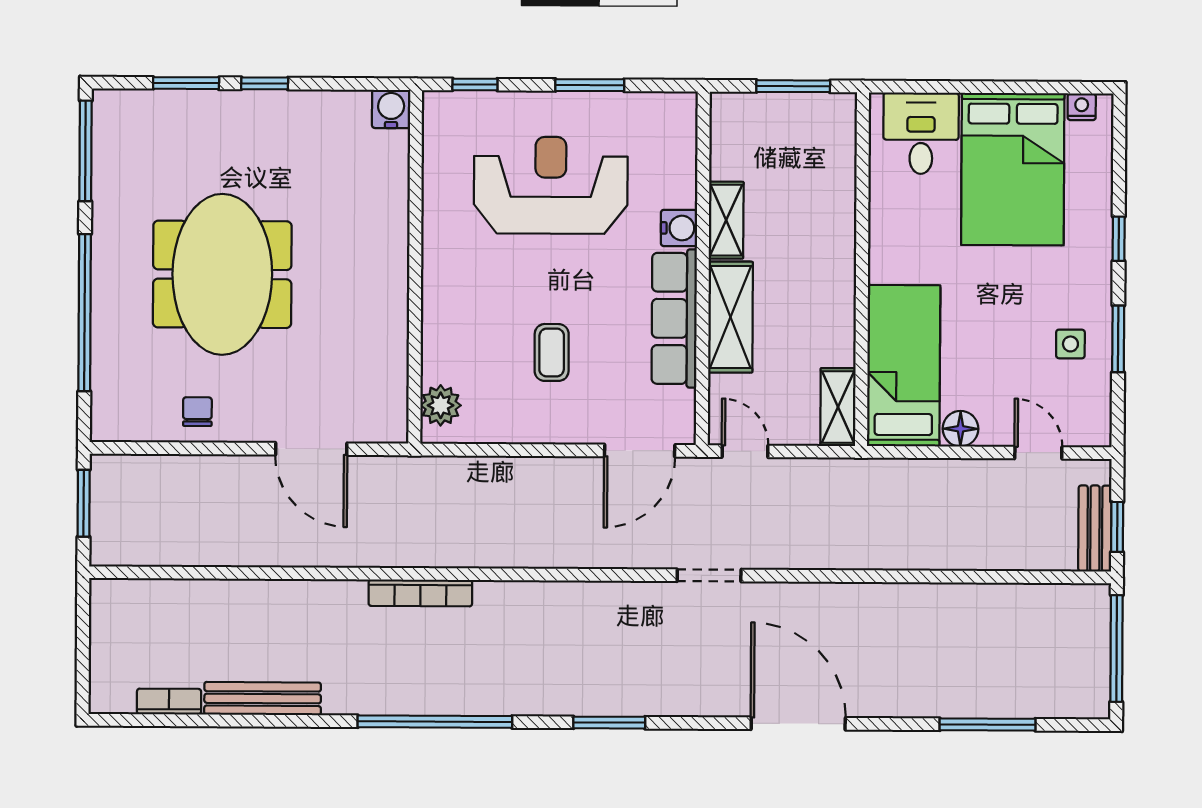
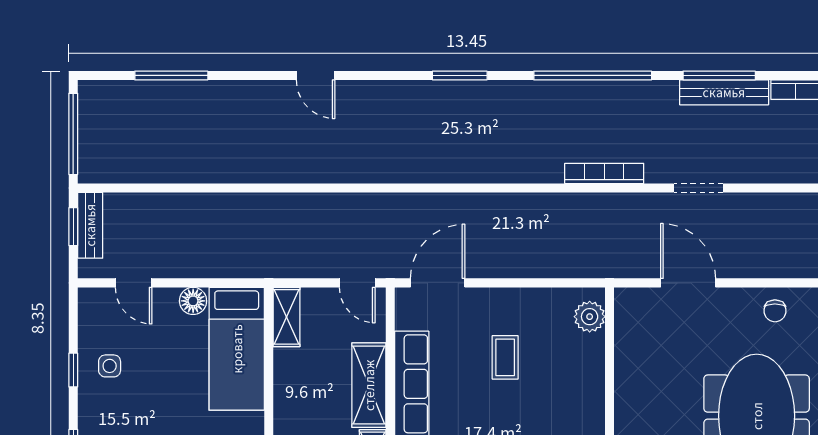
window: (1118, 339) -> (73, 370), width x0.67
doorway: (709, 575) -> (698, 188), moved
window: (269, 721) -> (719, 75), added
door: (798, 724) -> (316, 75), width x0.53

